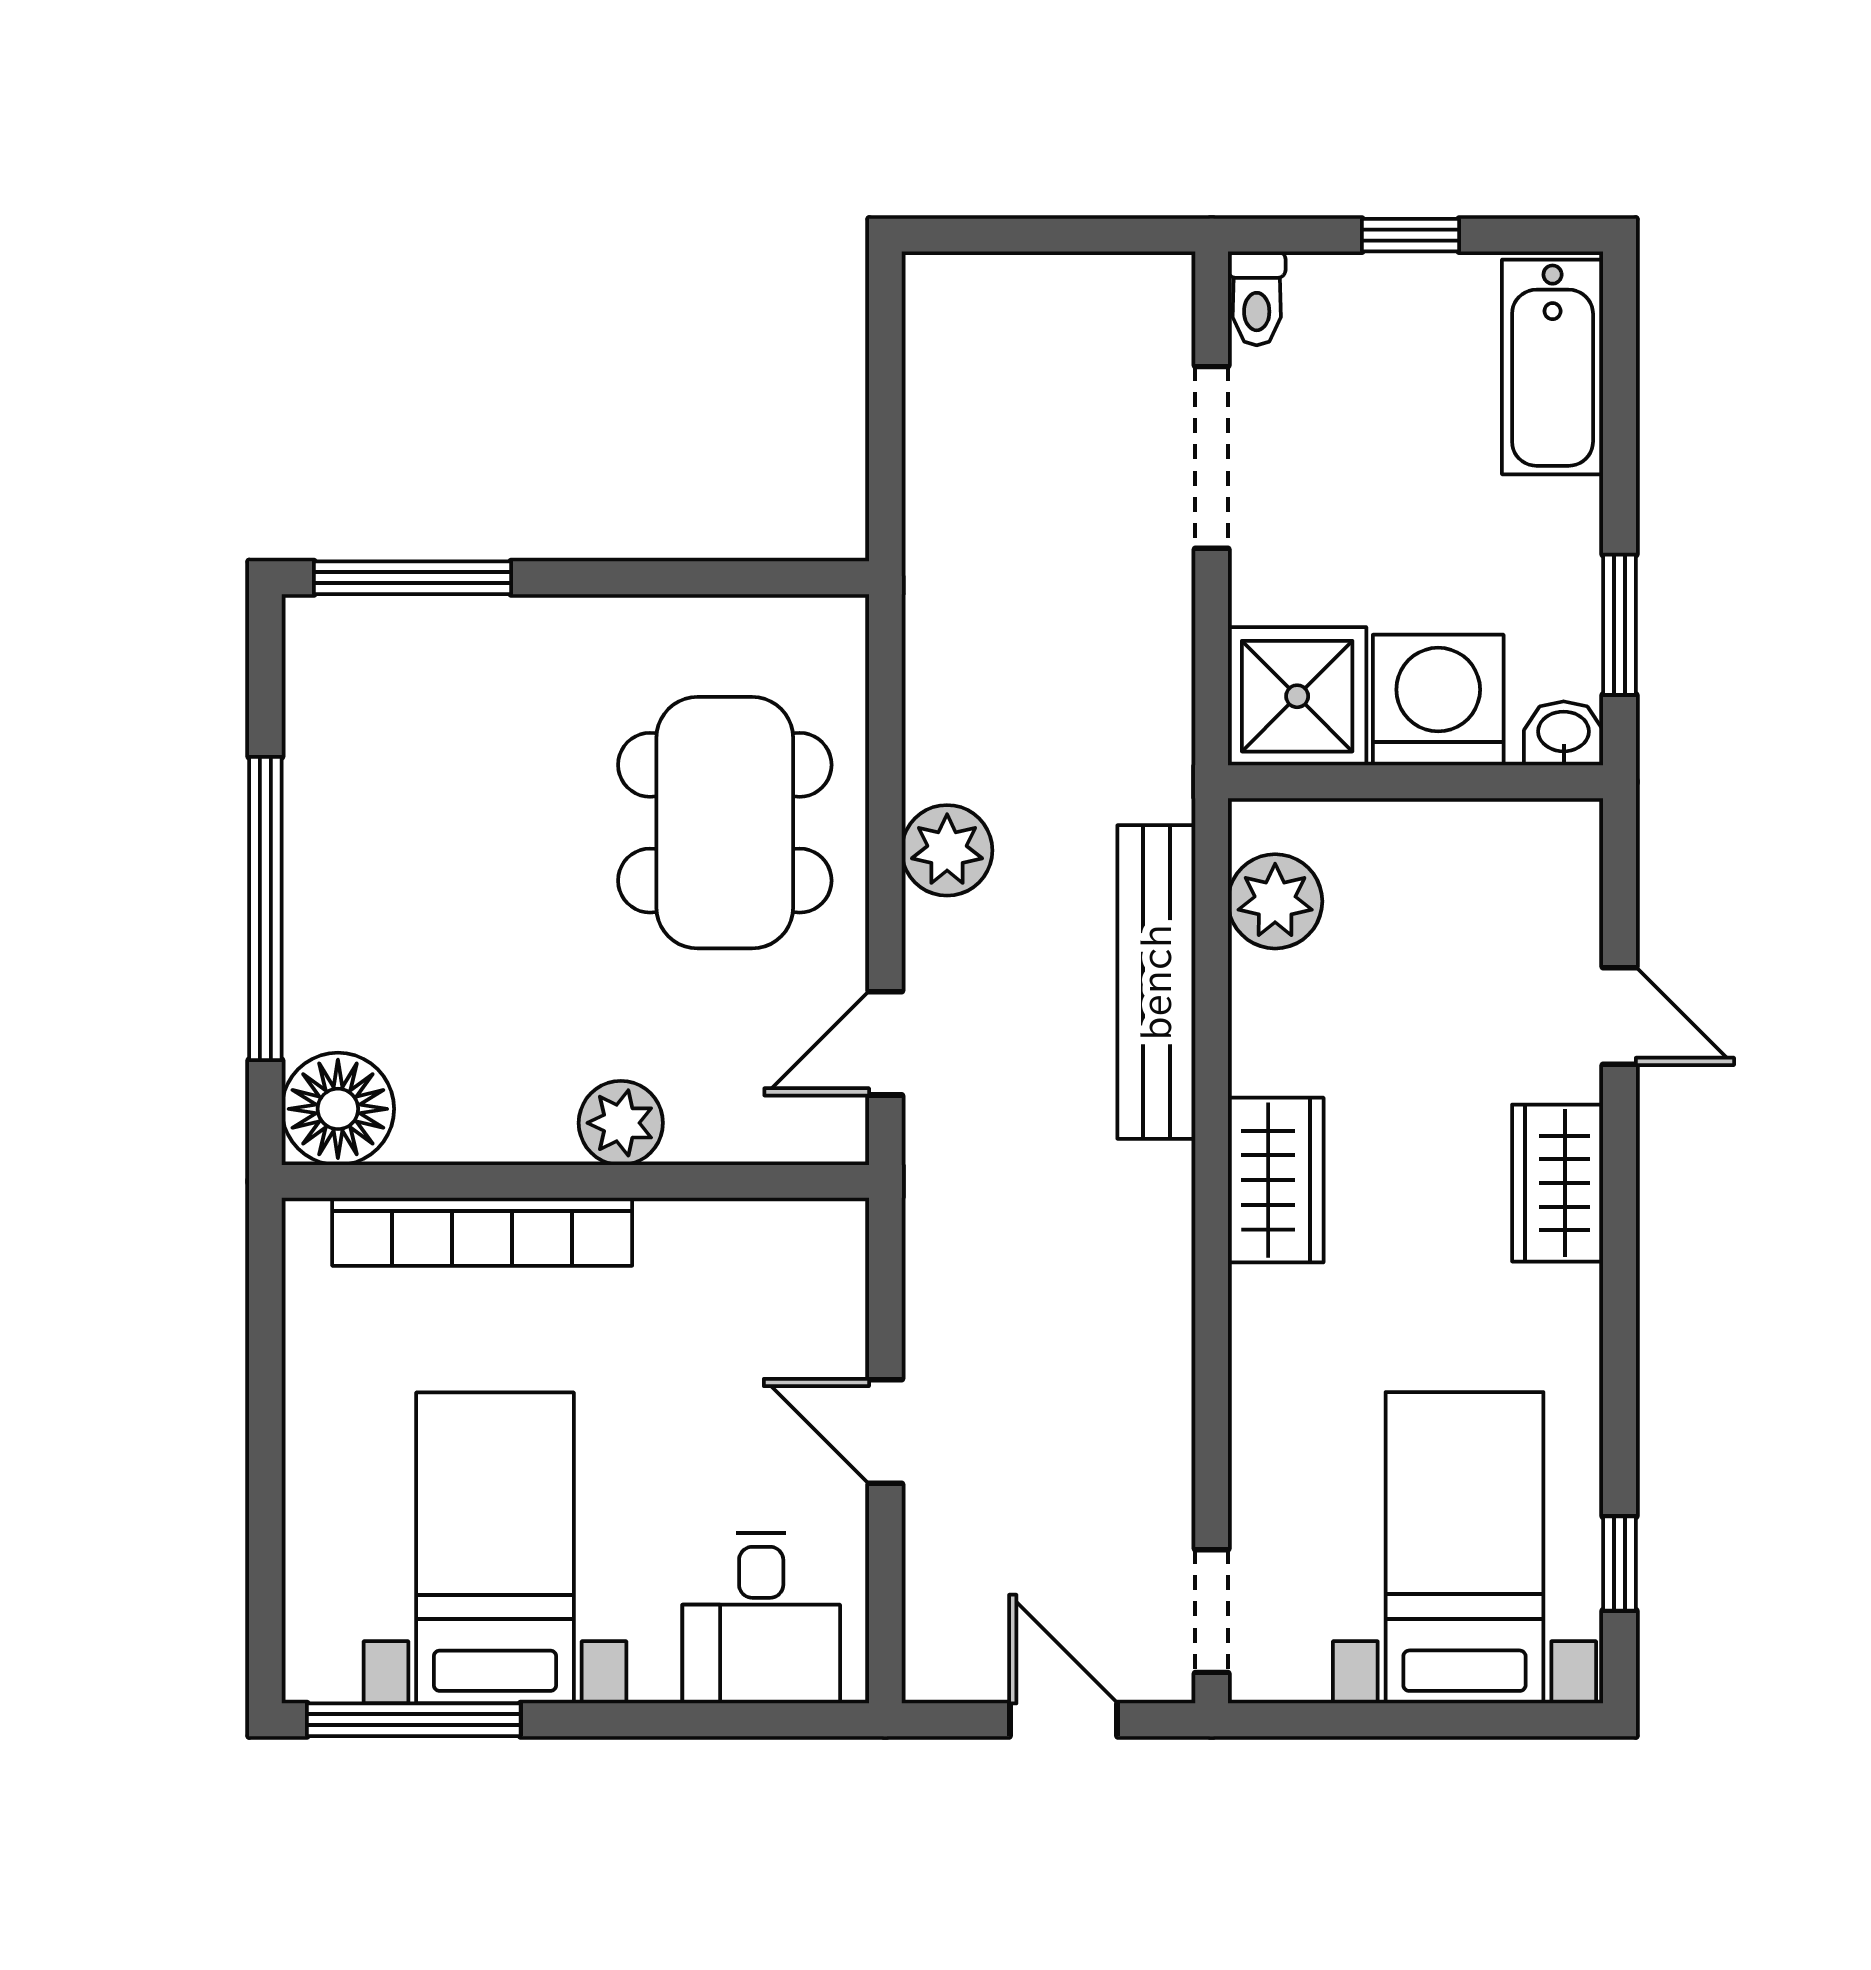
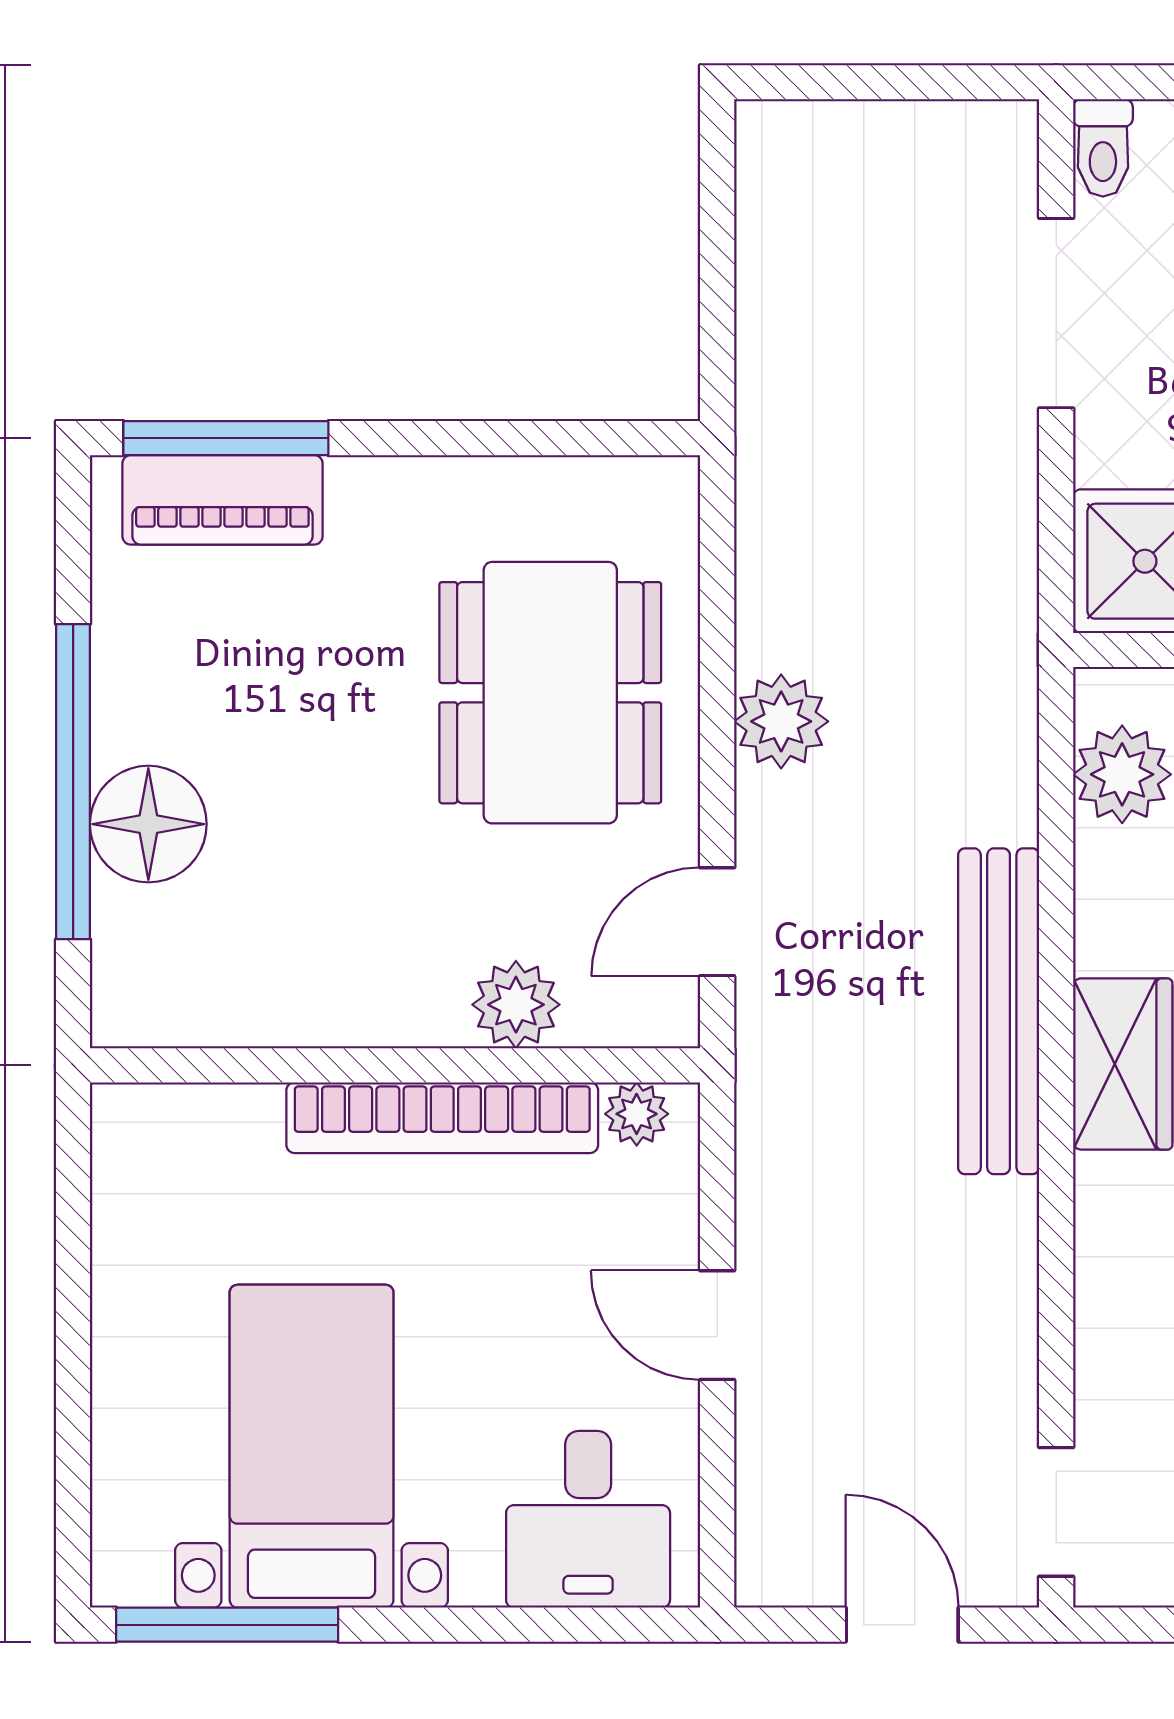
piano: (409, 637) -> (222, 500), added
bench: (1156, 982) -> (999, 1011), moved
floor lamp: (338, 1109) -> (148, 824), moved
plant: (621, 1123) -> (516, 1005), moved
plant: (808, 1228) -> (637, 1114), added
bookcase: (482, 1232) -> (442, 1118), moved

